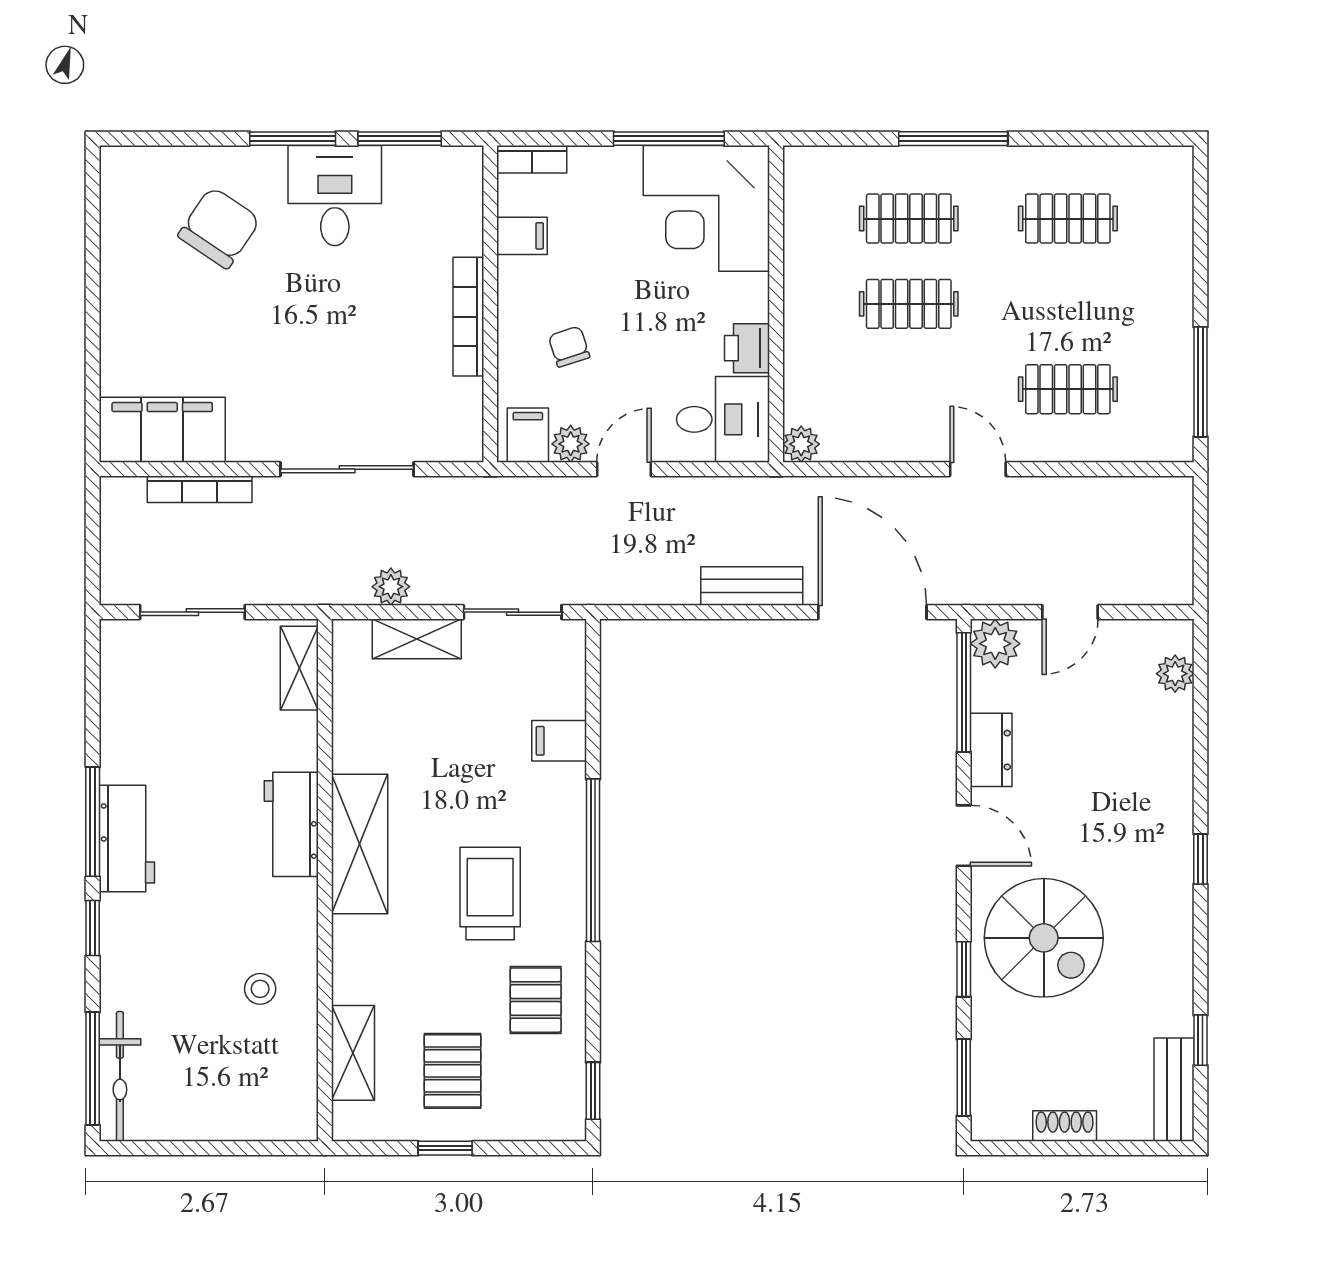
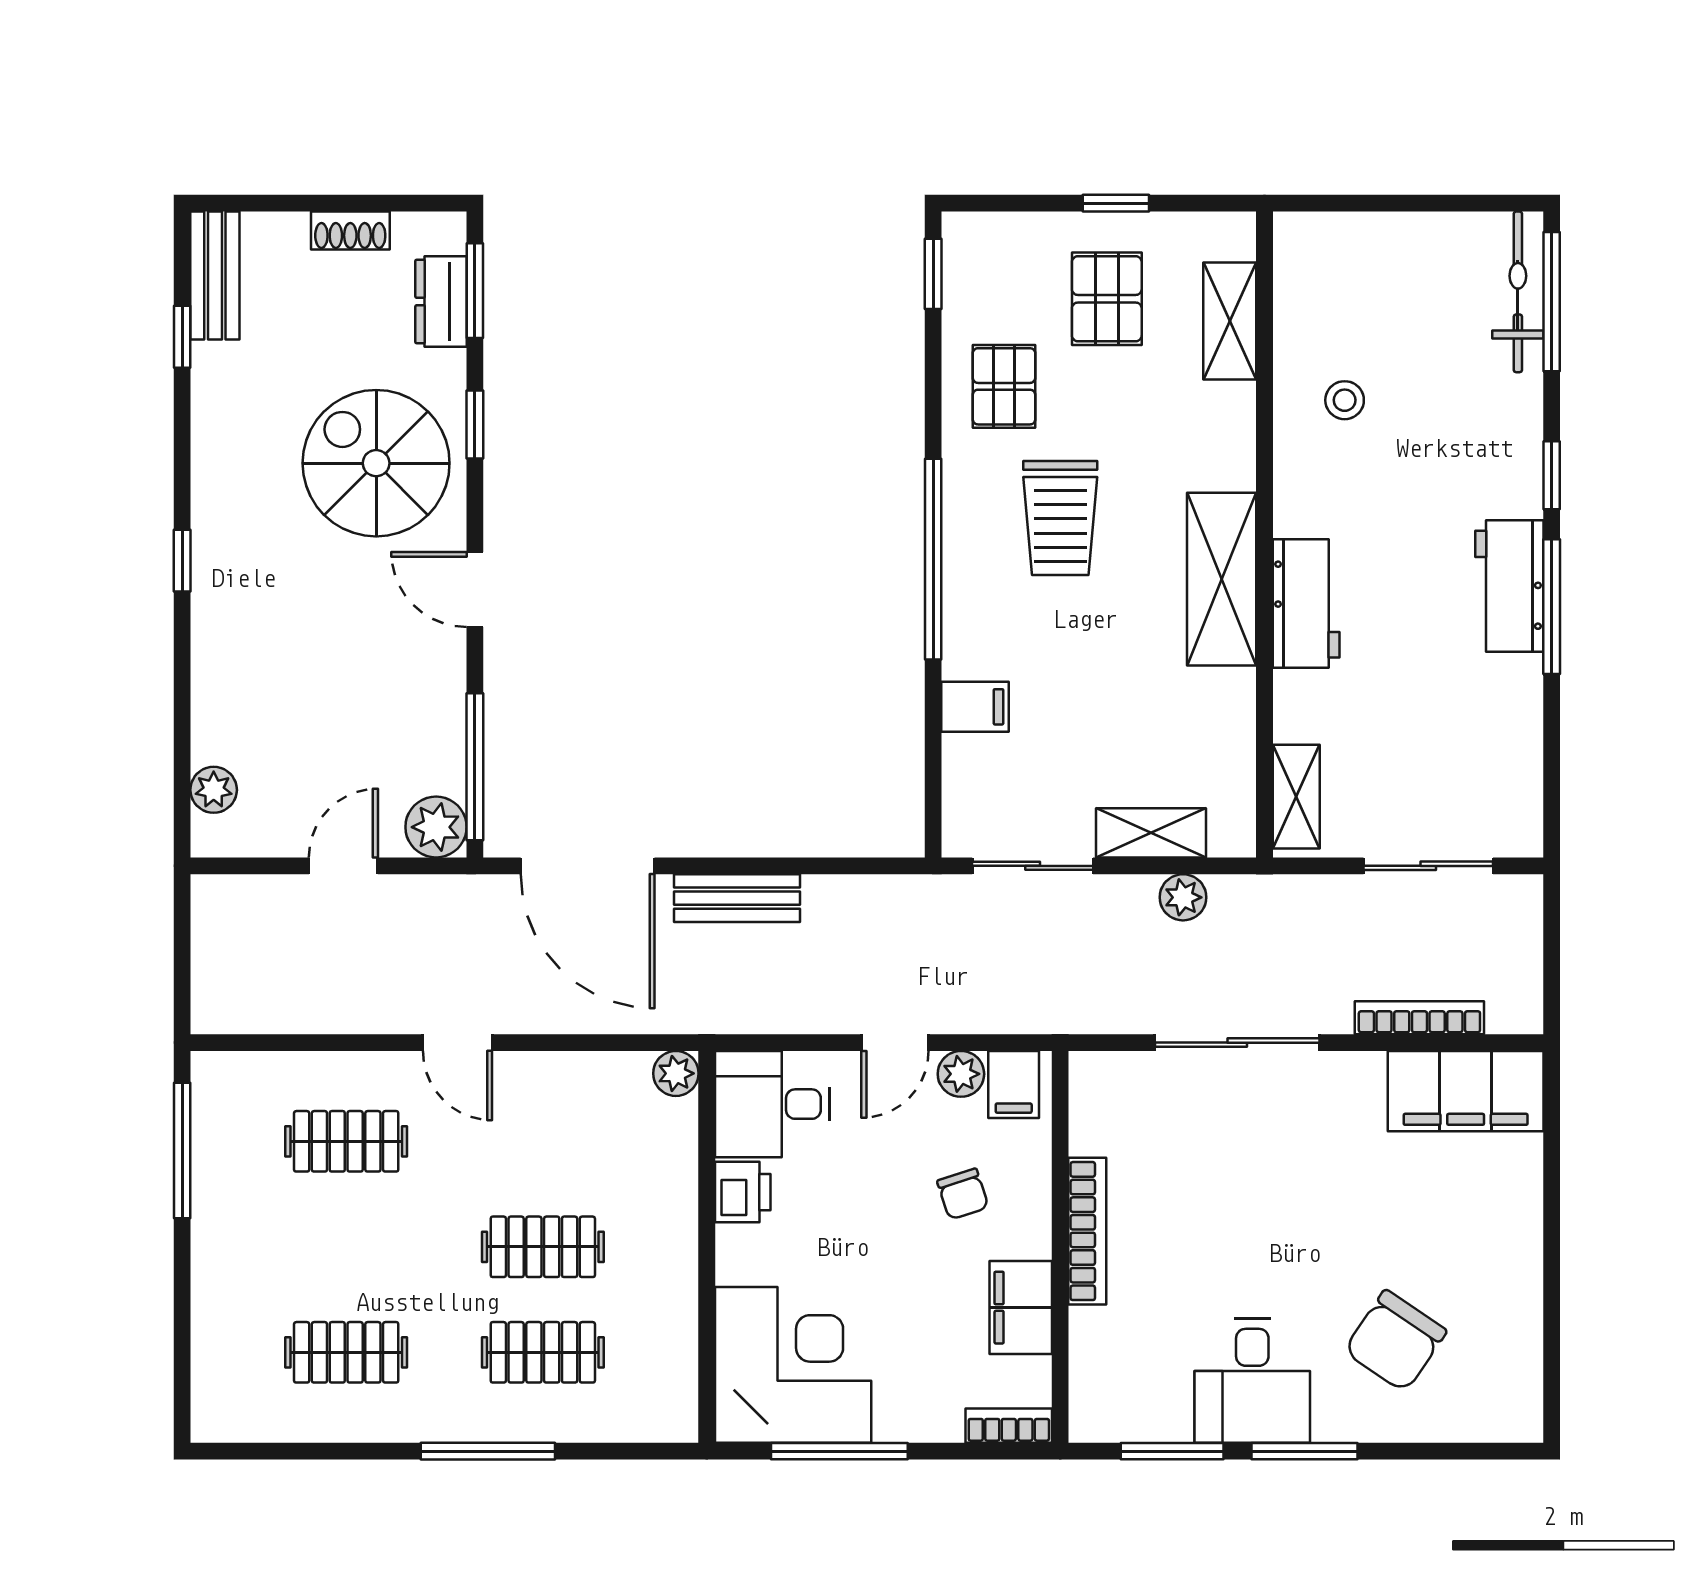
filing cabinet: (522, 236) -> (1021, 1308), width x2.00
dresser: (991, 750) -> (441, 301), moved

